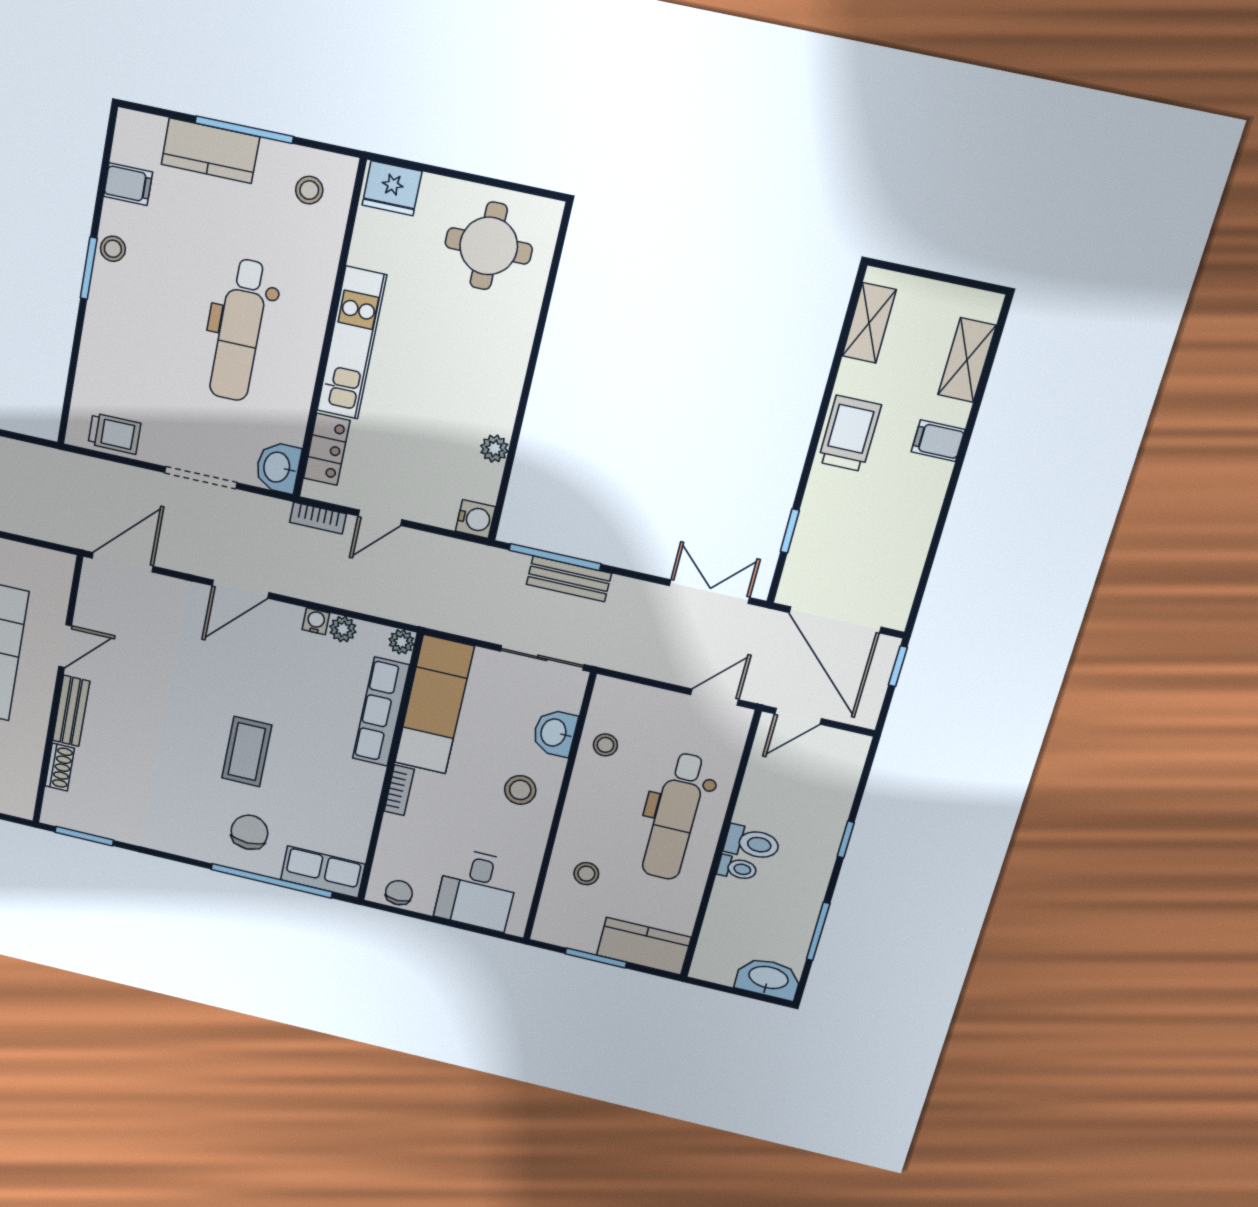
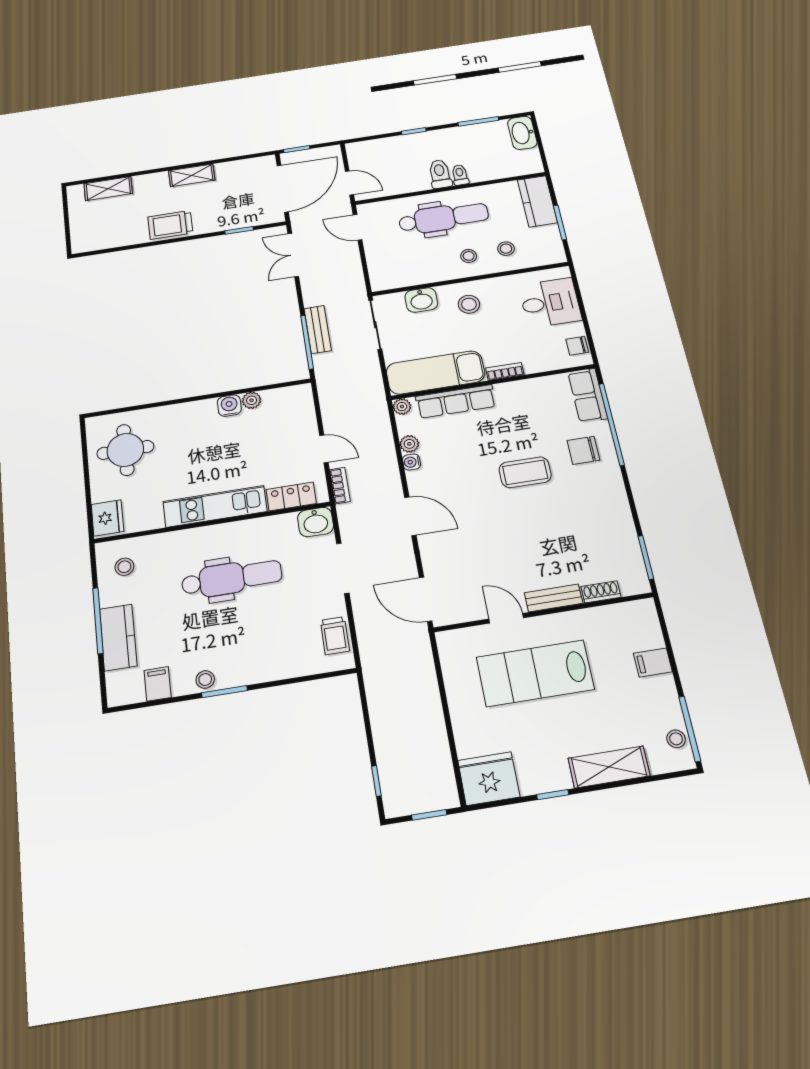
shelving: (869, 323) -> (192, 175), moved
trolley: (114, 434) -> (335, 636), turned 180
filing cabinet: (938, 441) -> (158, 183), removed
water cooler: (475, 519) -> (229, 406), moved
stool: (605, 745) -> (469, 256), moved

